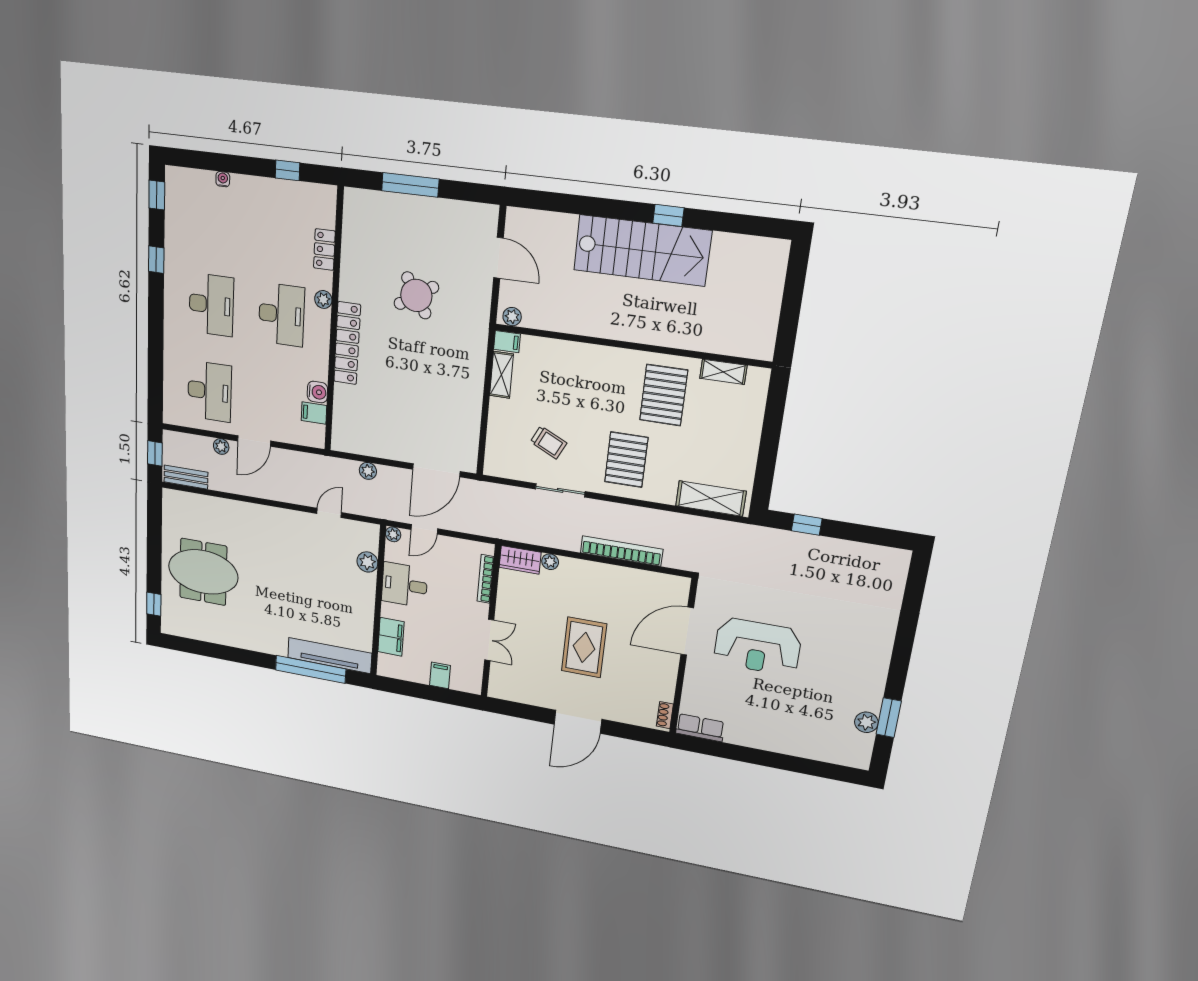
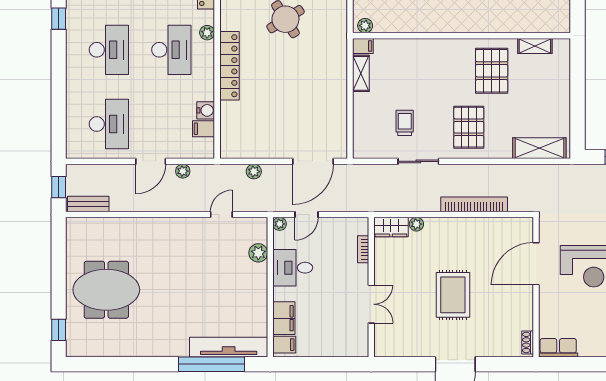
trolley: (549, 442) -> (405, 123), turned -116
plant: (221, 446) -> (183, 171), moved
bookcase: (486, 579) -> (363, 249), width x0.64
filing cabinet: (440, 675) -> (284, 345), moved, turned 90

